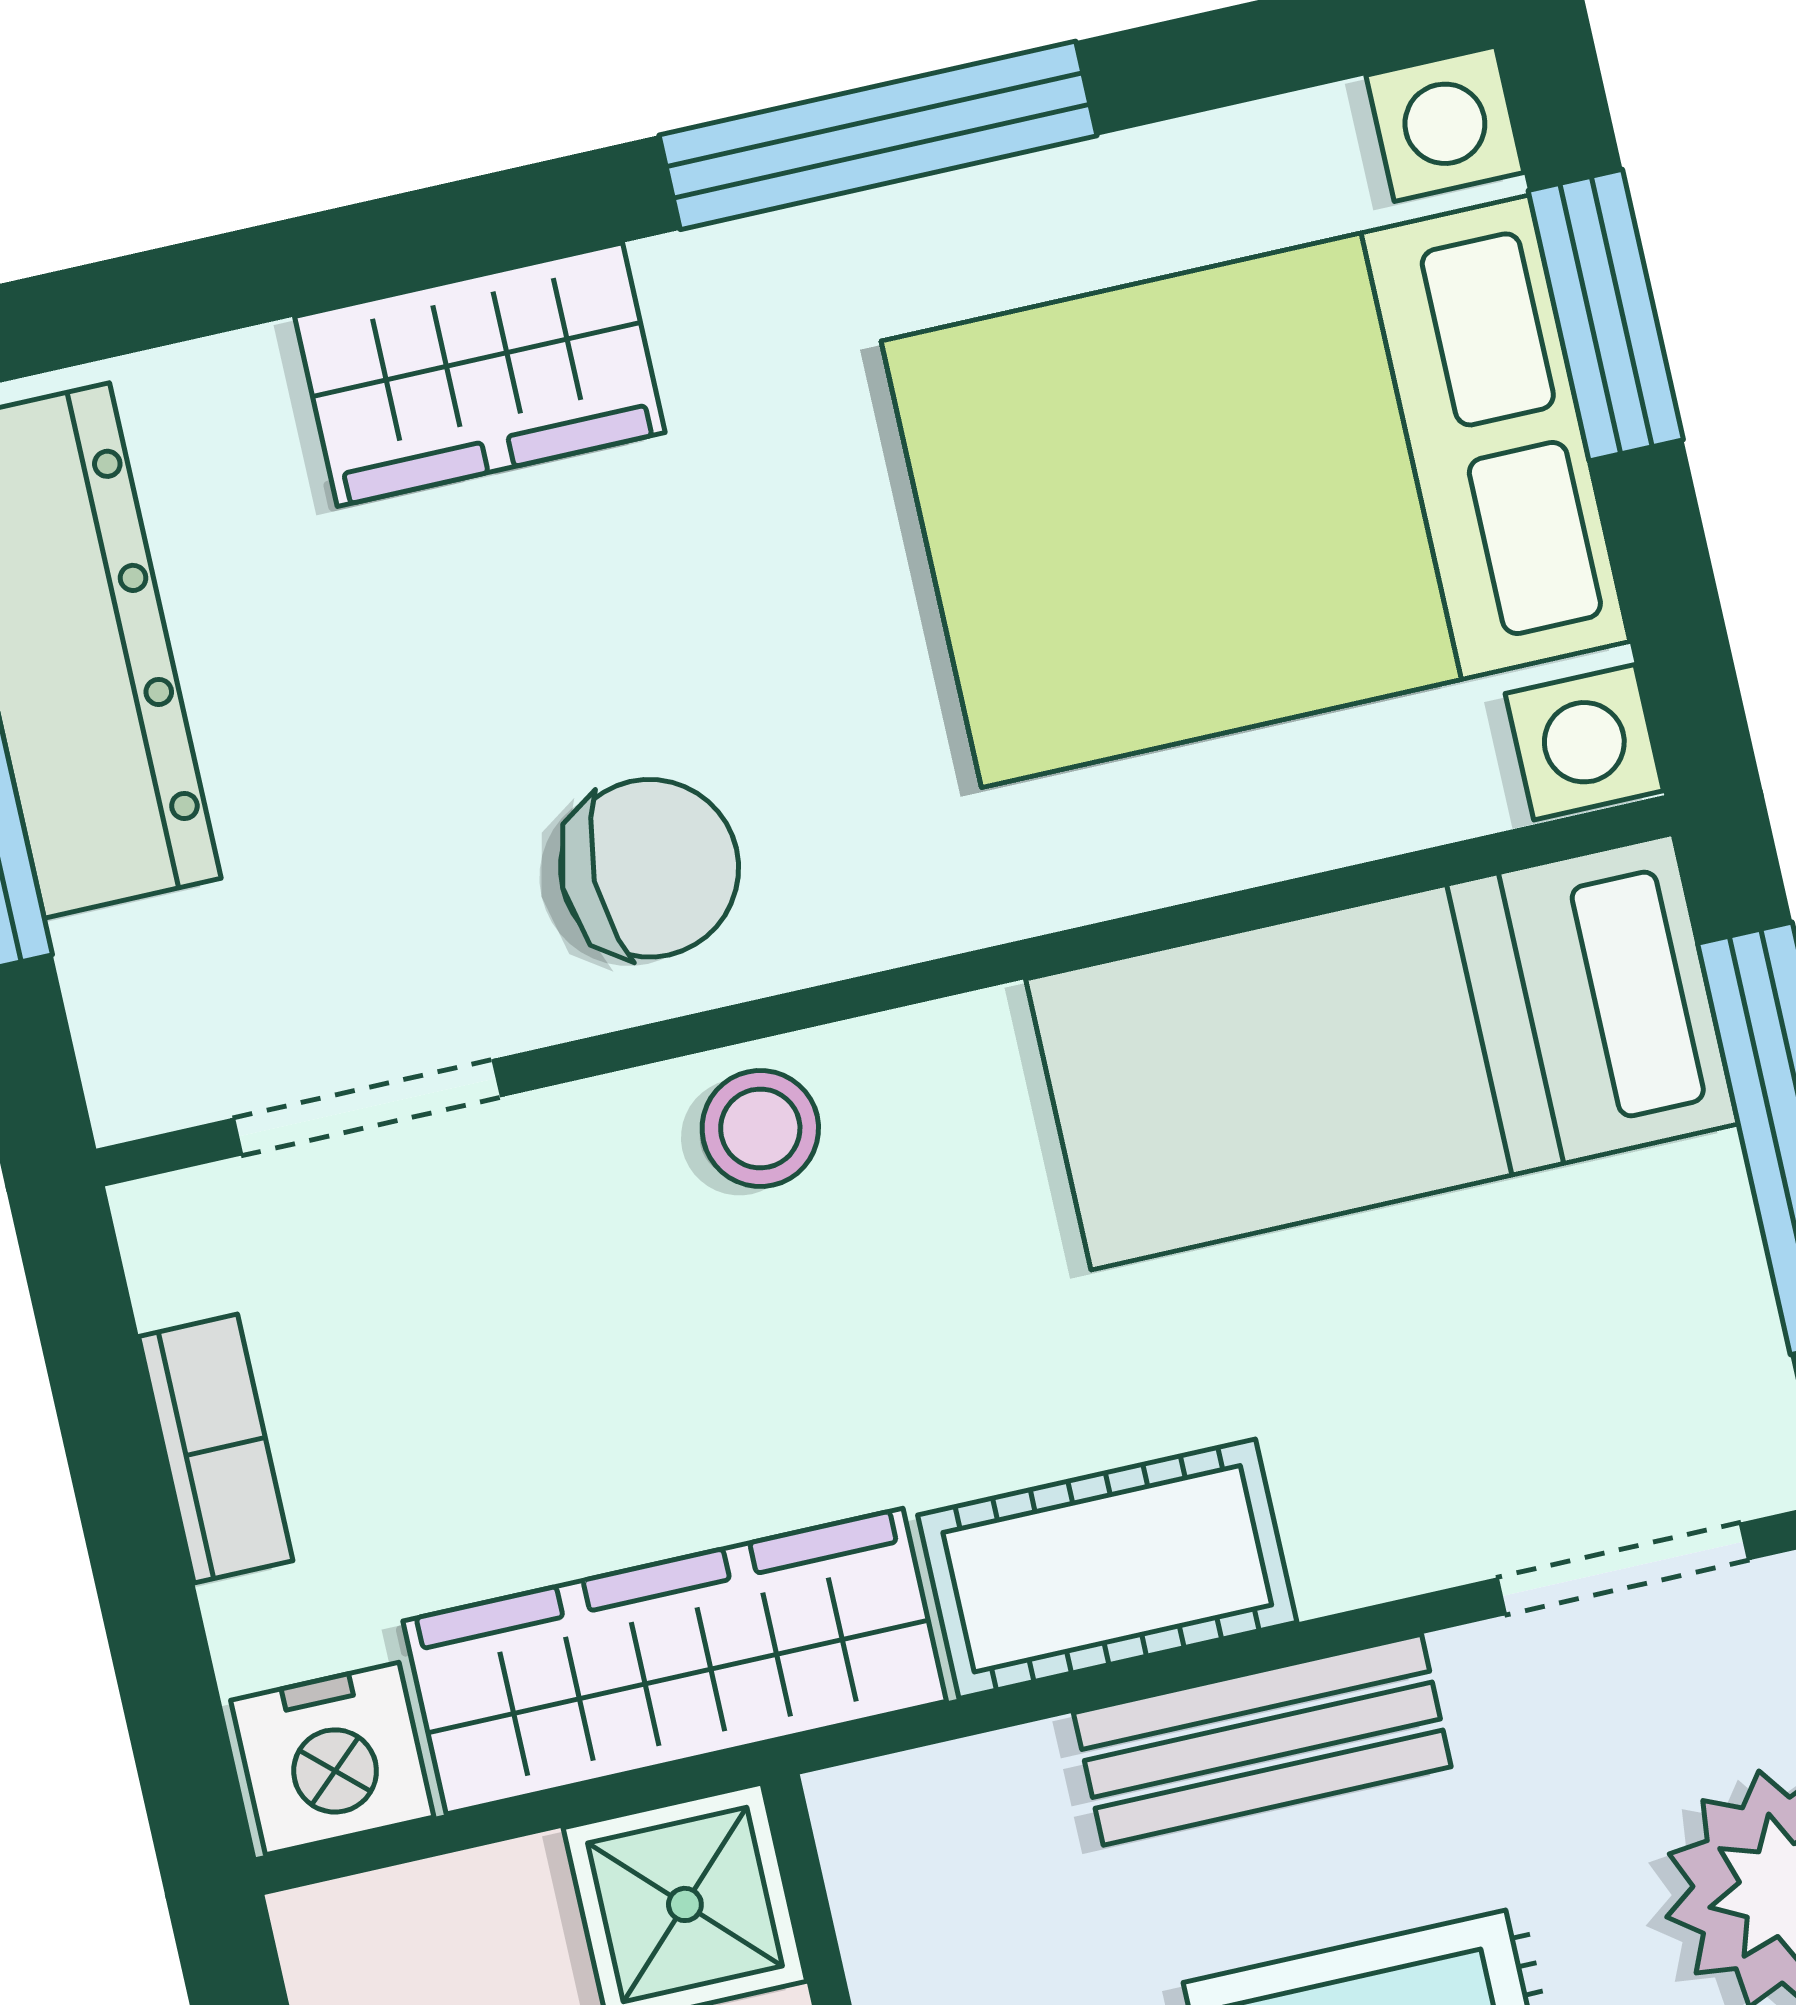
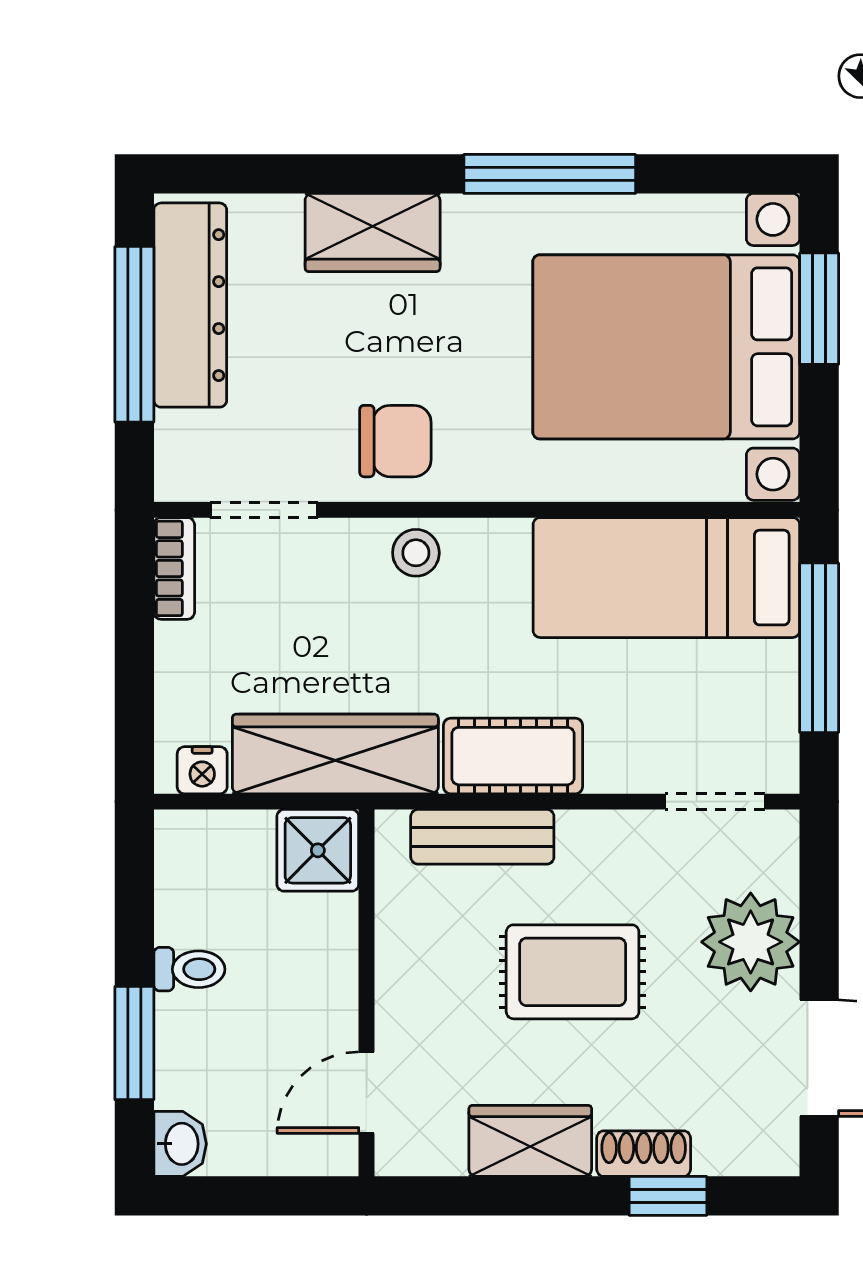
bookcase: (216, 1449) -> (174, 568), moved
bench: (1262, 1740) -> (482, 837), moved
nightstand: (332, 1759) -> (202, 770), width x0.72, depth x0.74

